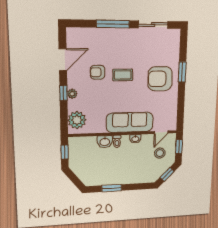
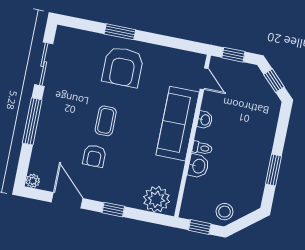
plant: (72, 94) -> (33, 181), moved
stool: (160, 153) -> (225, 212), moved

